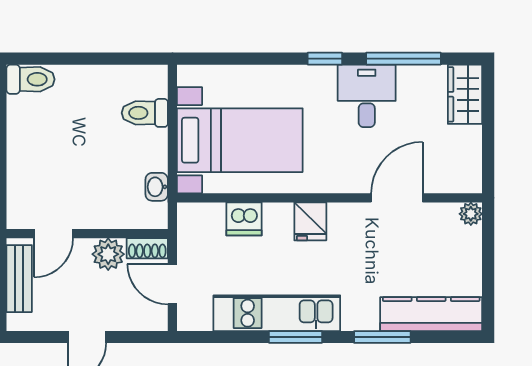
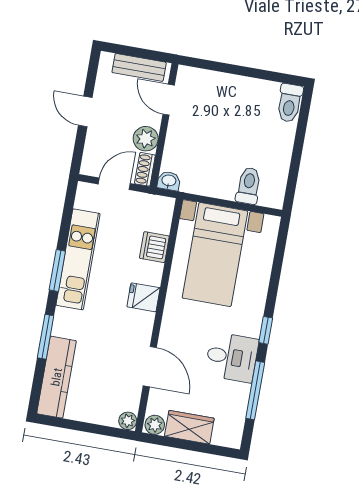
wardrobe: (465, 94) -> (189, 427), moved
plant: (470, 179) -> (155, 425), added
washbasin: (157, 187) -> (169, 181), moved

